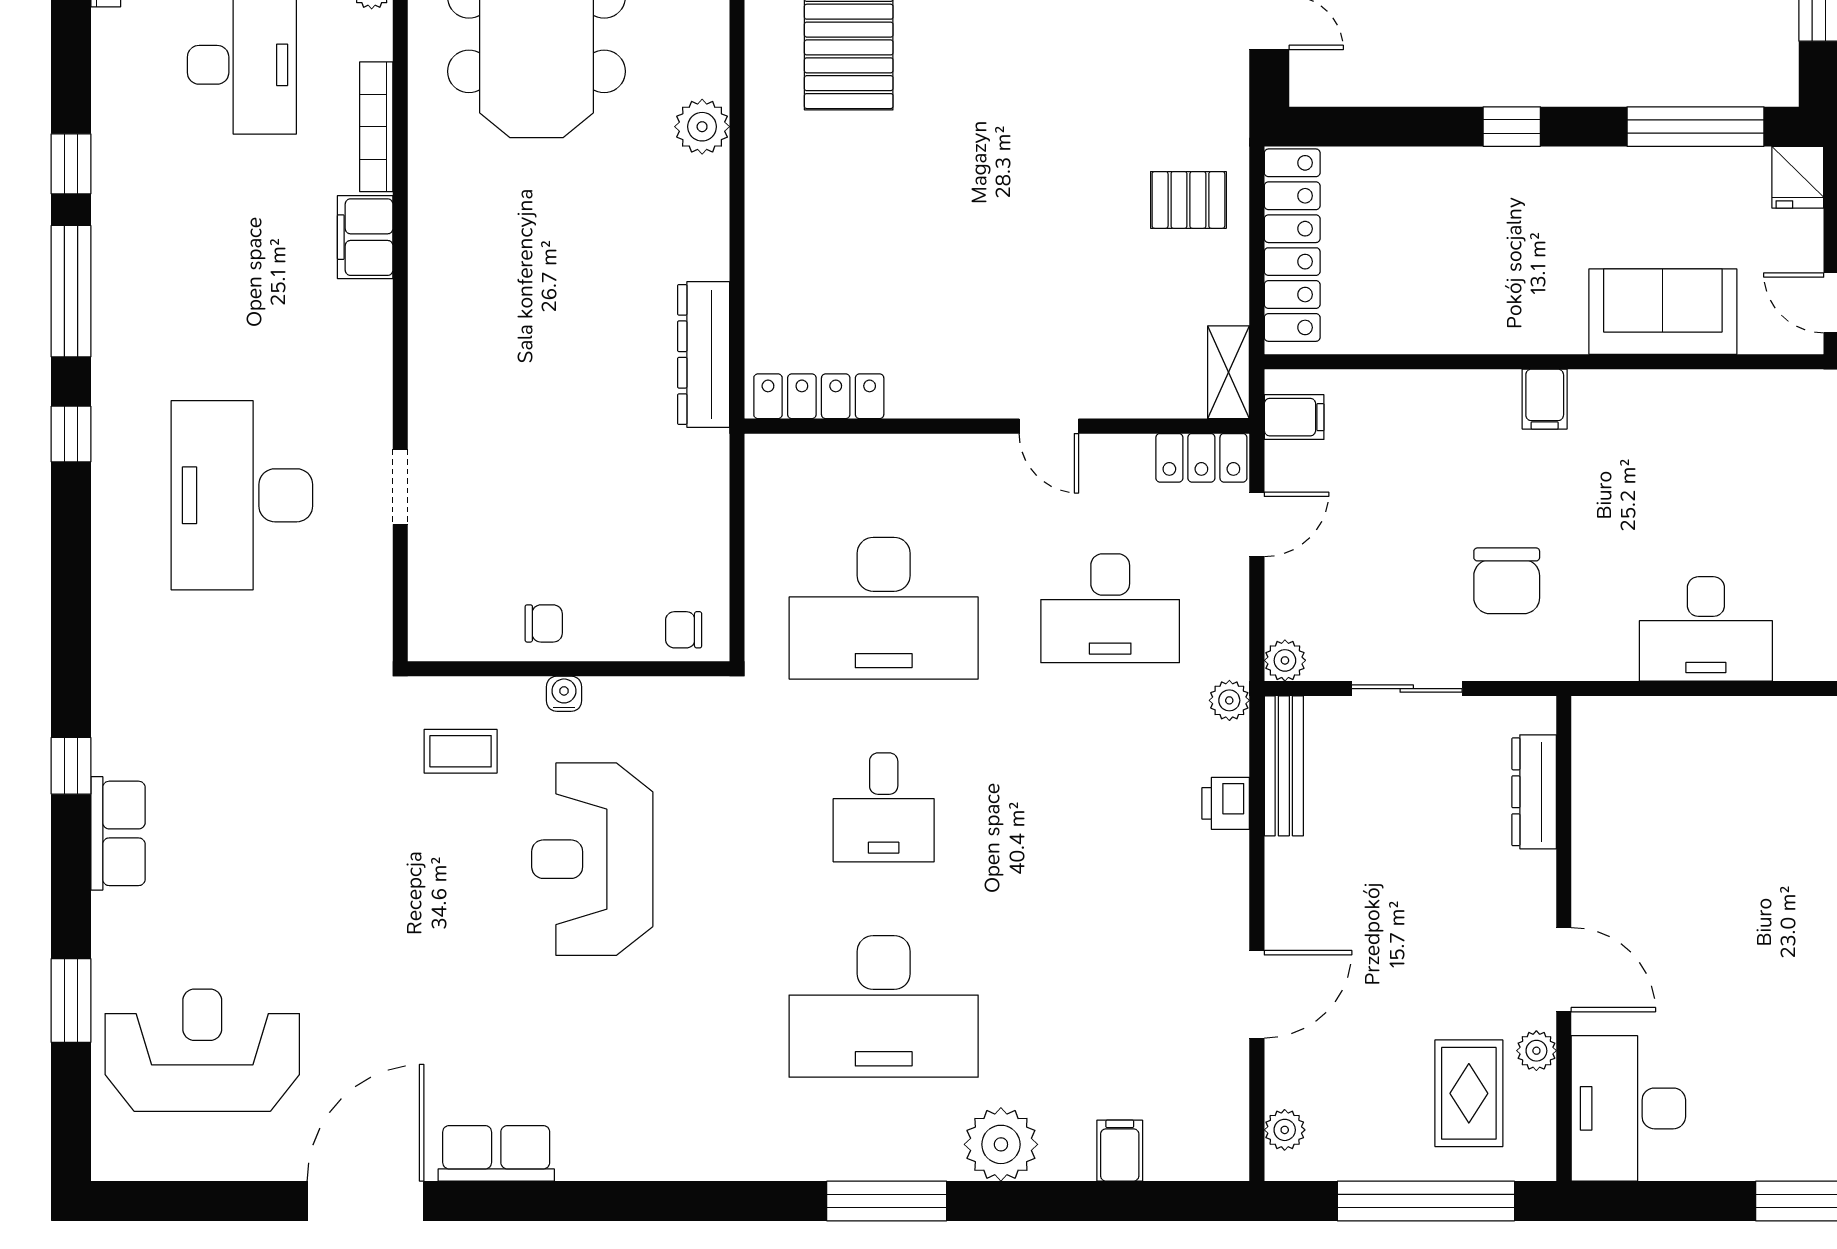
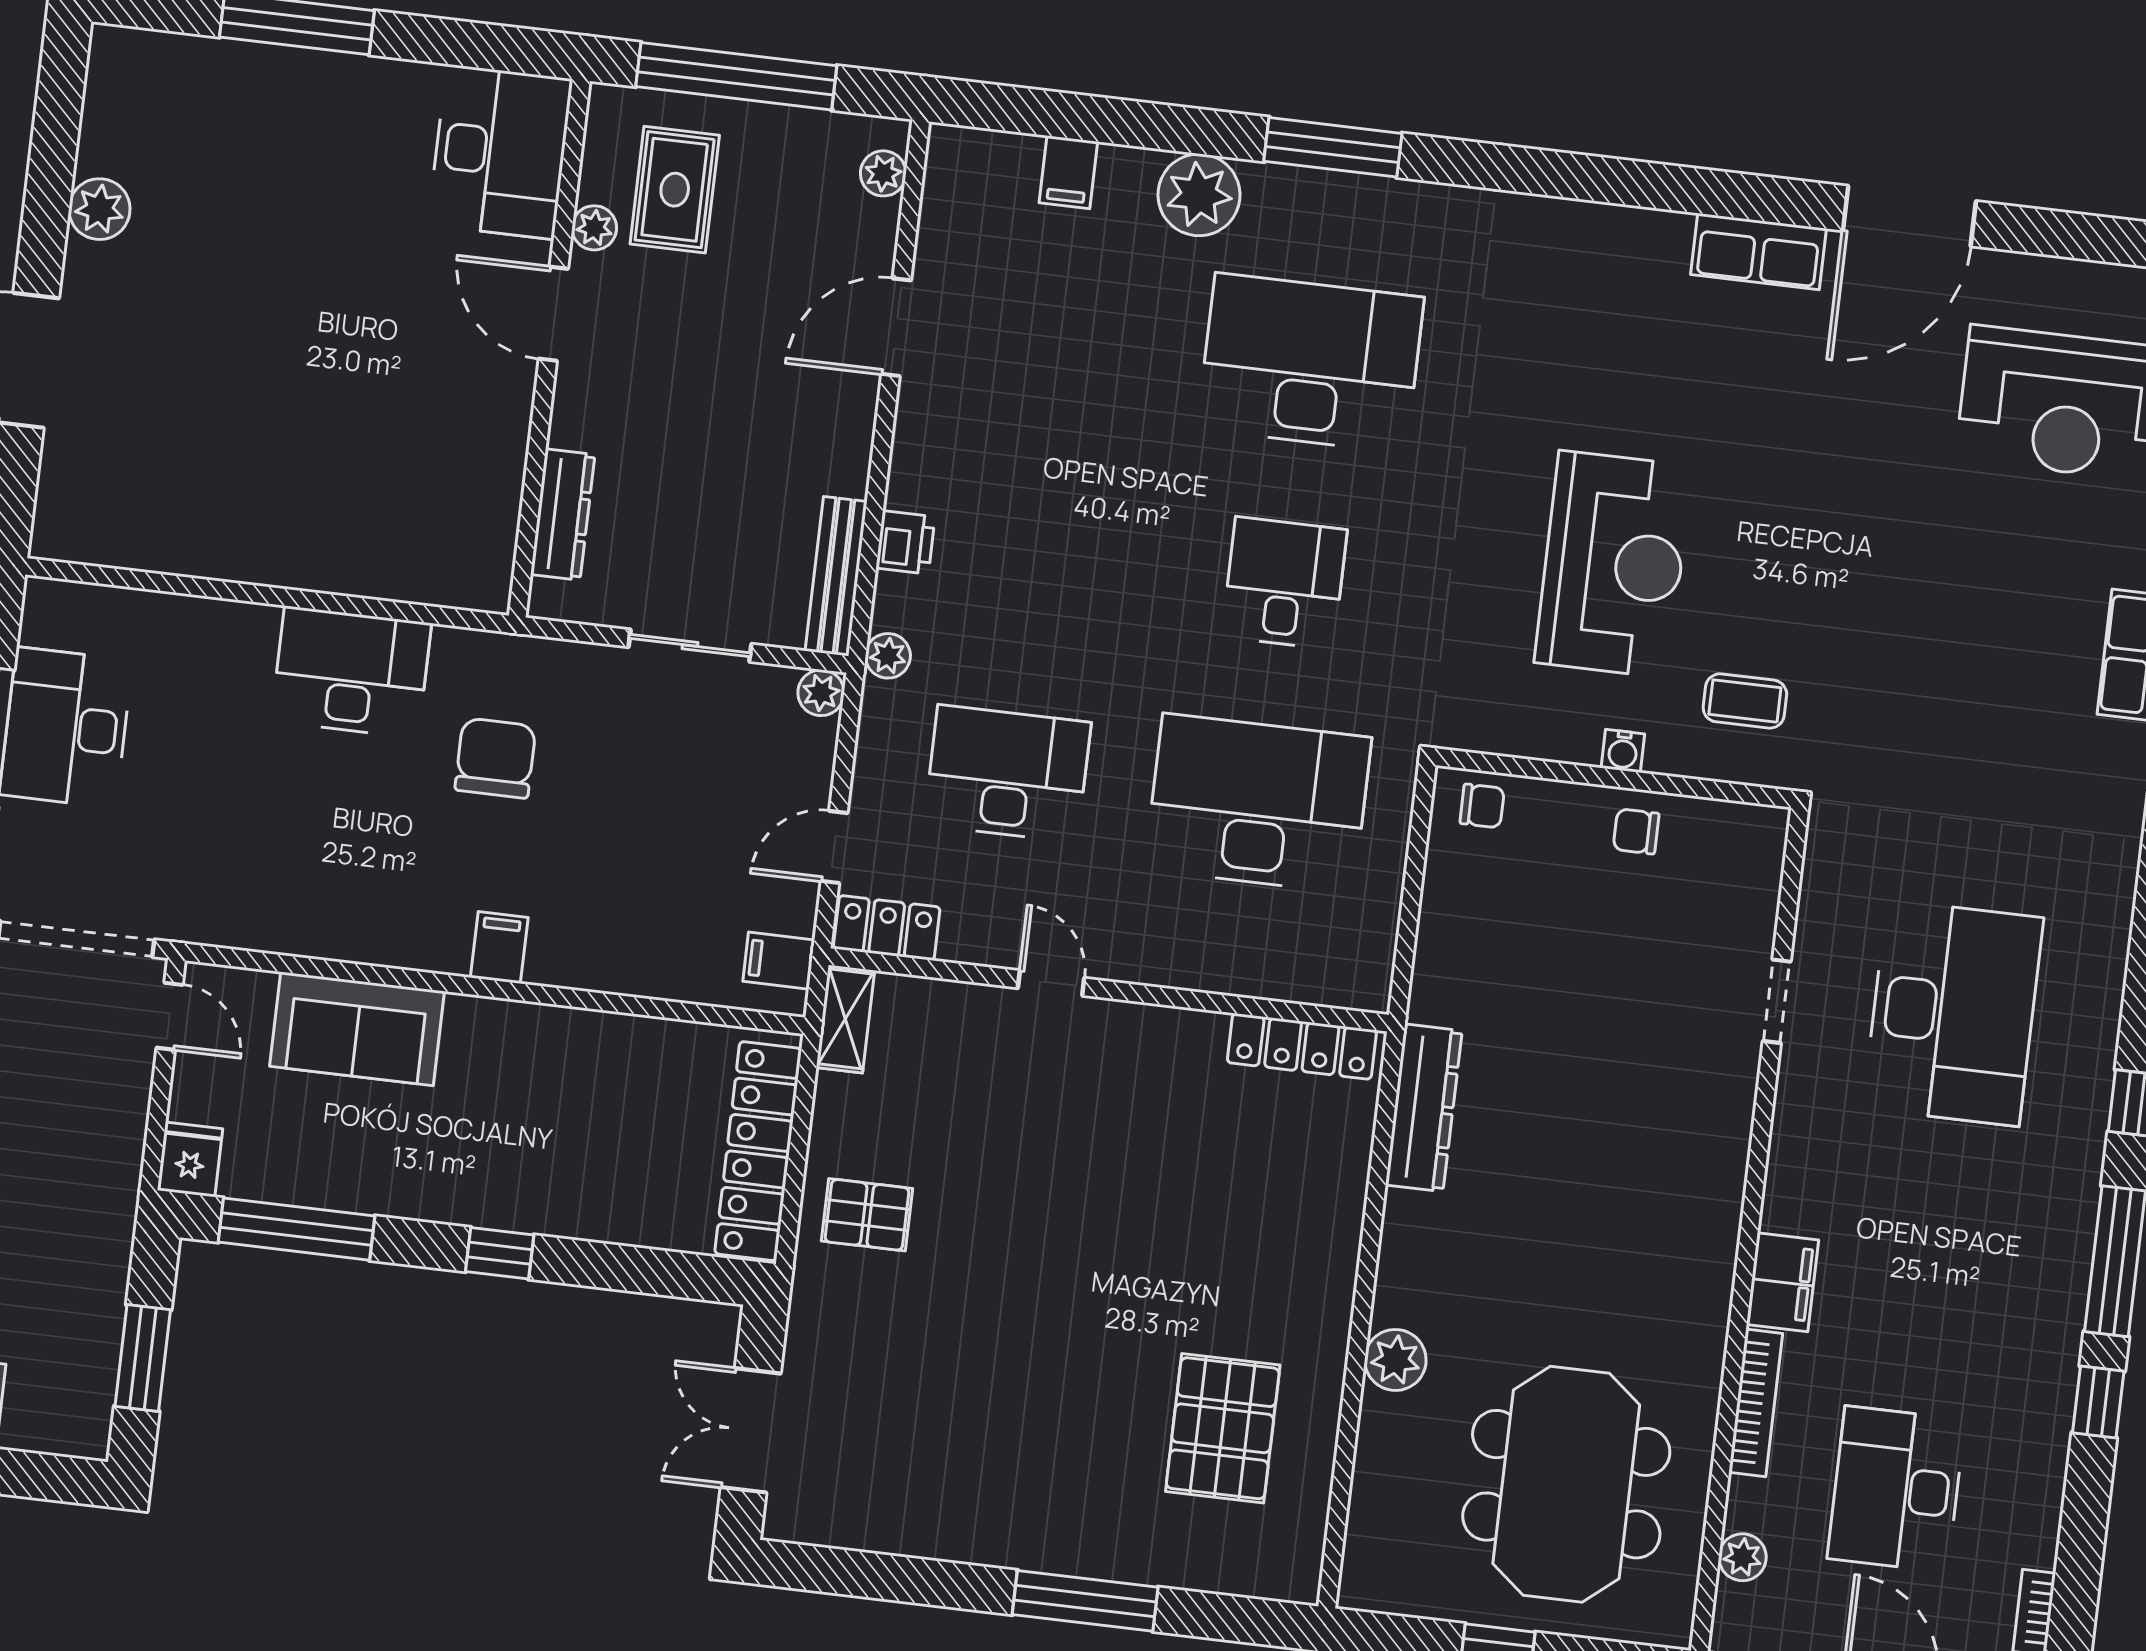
chair: (1507, 581) -> (495, 758), moved

